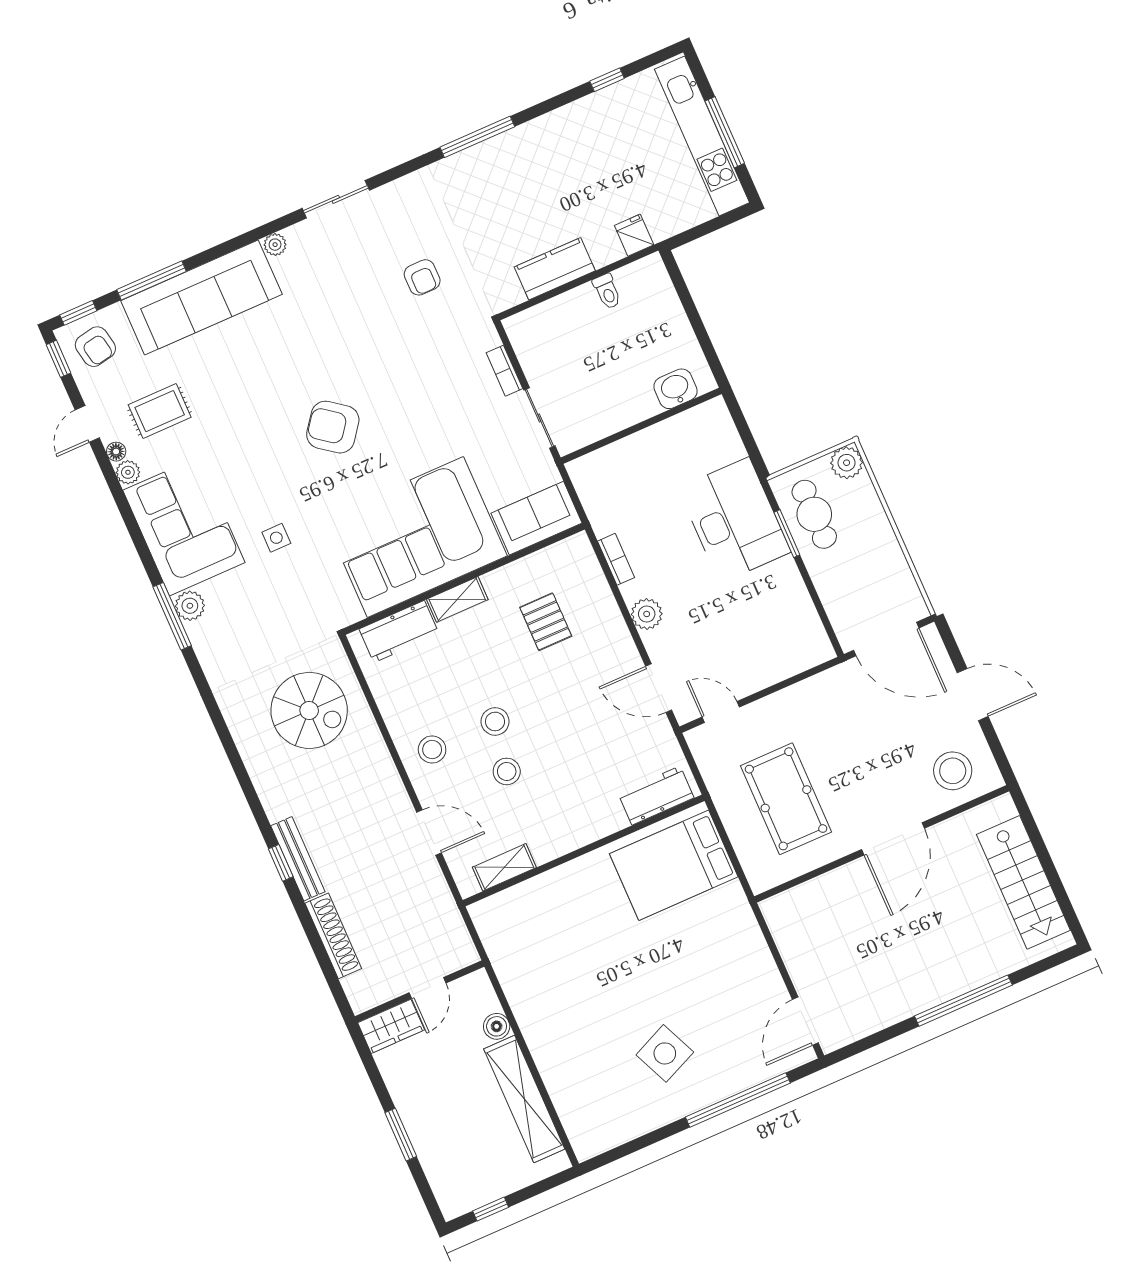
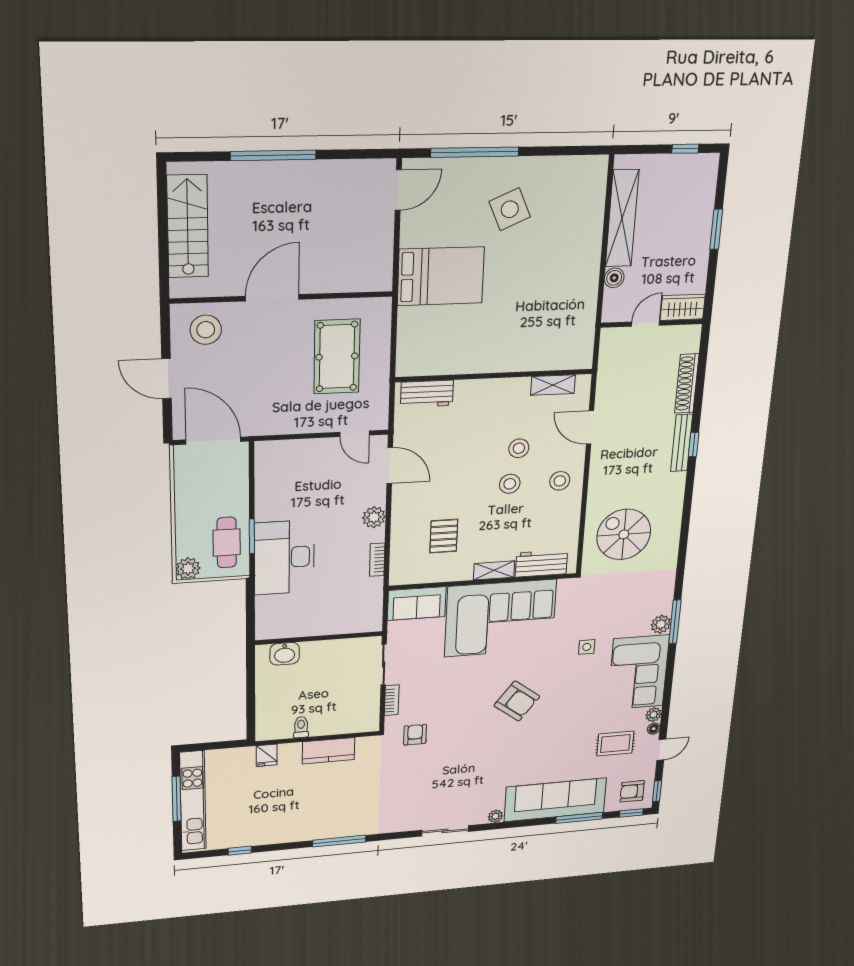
armchair: (422, 277) -> (415, 735), moved
armchair: (95, 347) -> (632, 791), turned -79
bed: (674, 865) -> (441, 276), moved

